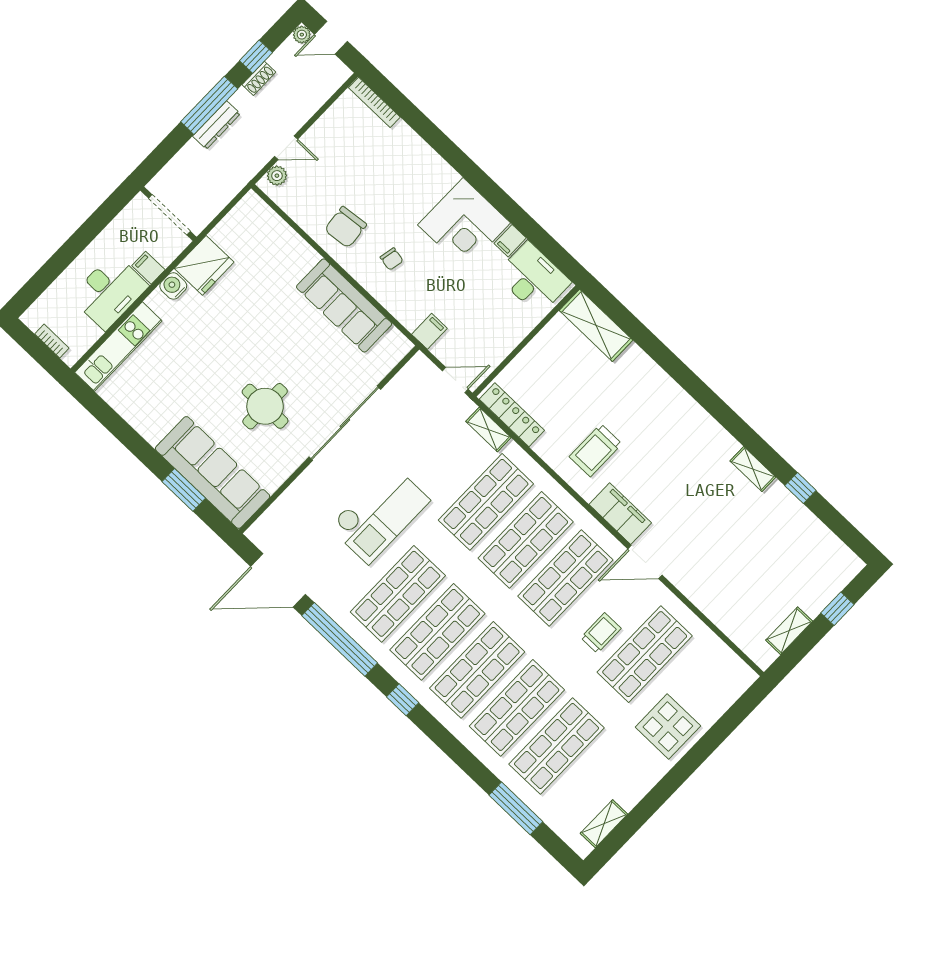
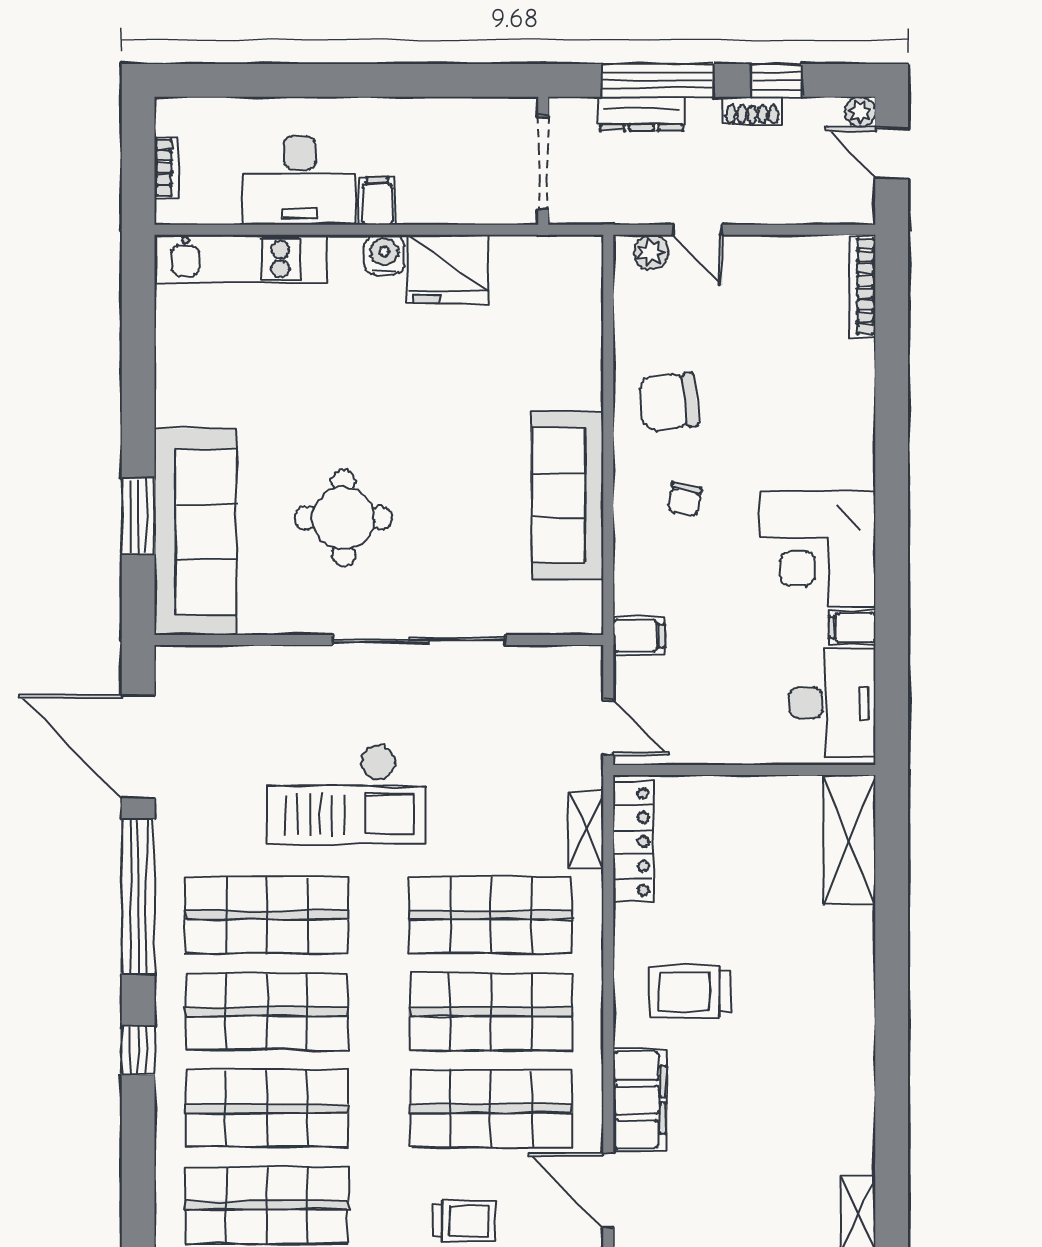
wall: (168, 214) -> (543, 161), moved
doorway: (169, 215) -> (543, 163), moved

